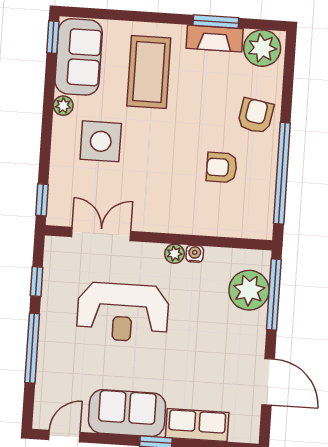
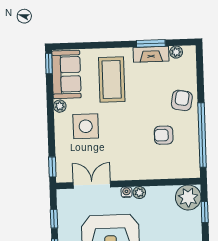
plant: (262, 48) -> (176, 52), width x0.53, depth x0.53
water cooler: (195, 254) -> (127, 192), moved
plant: (249, 290) -> (188, 197), moved
window: (274, 294) -> (205, 212), width x0.46

